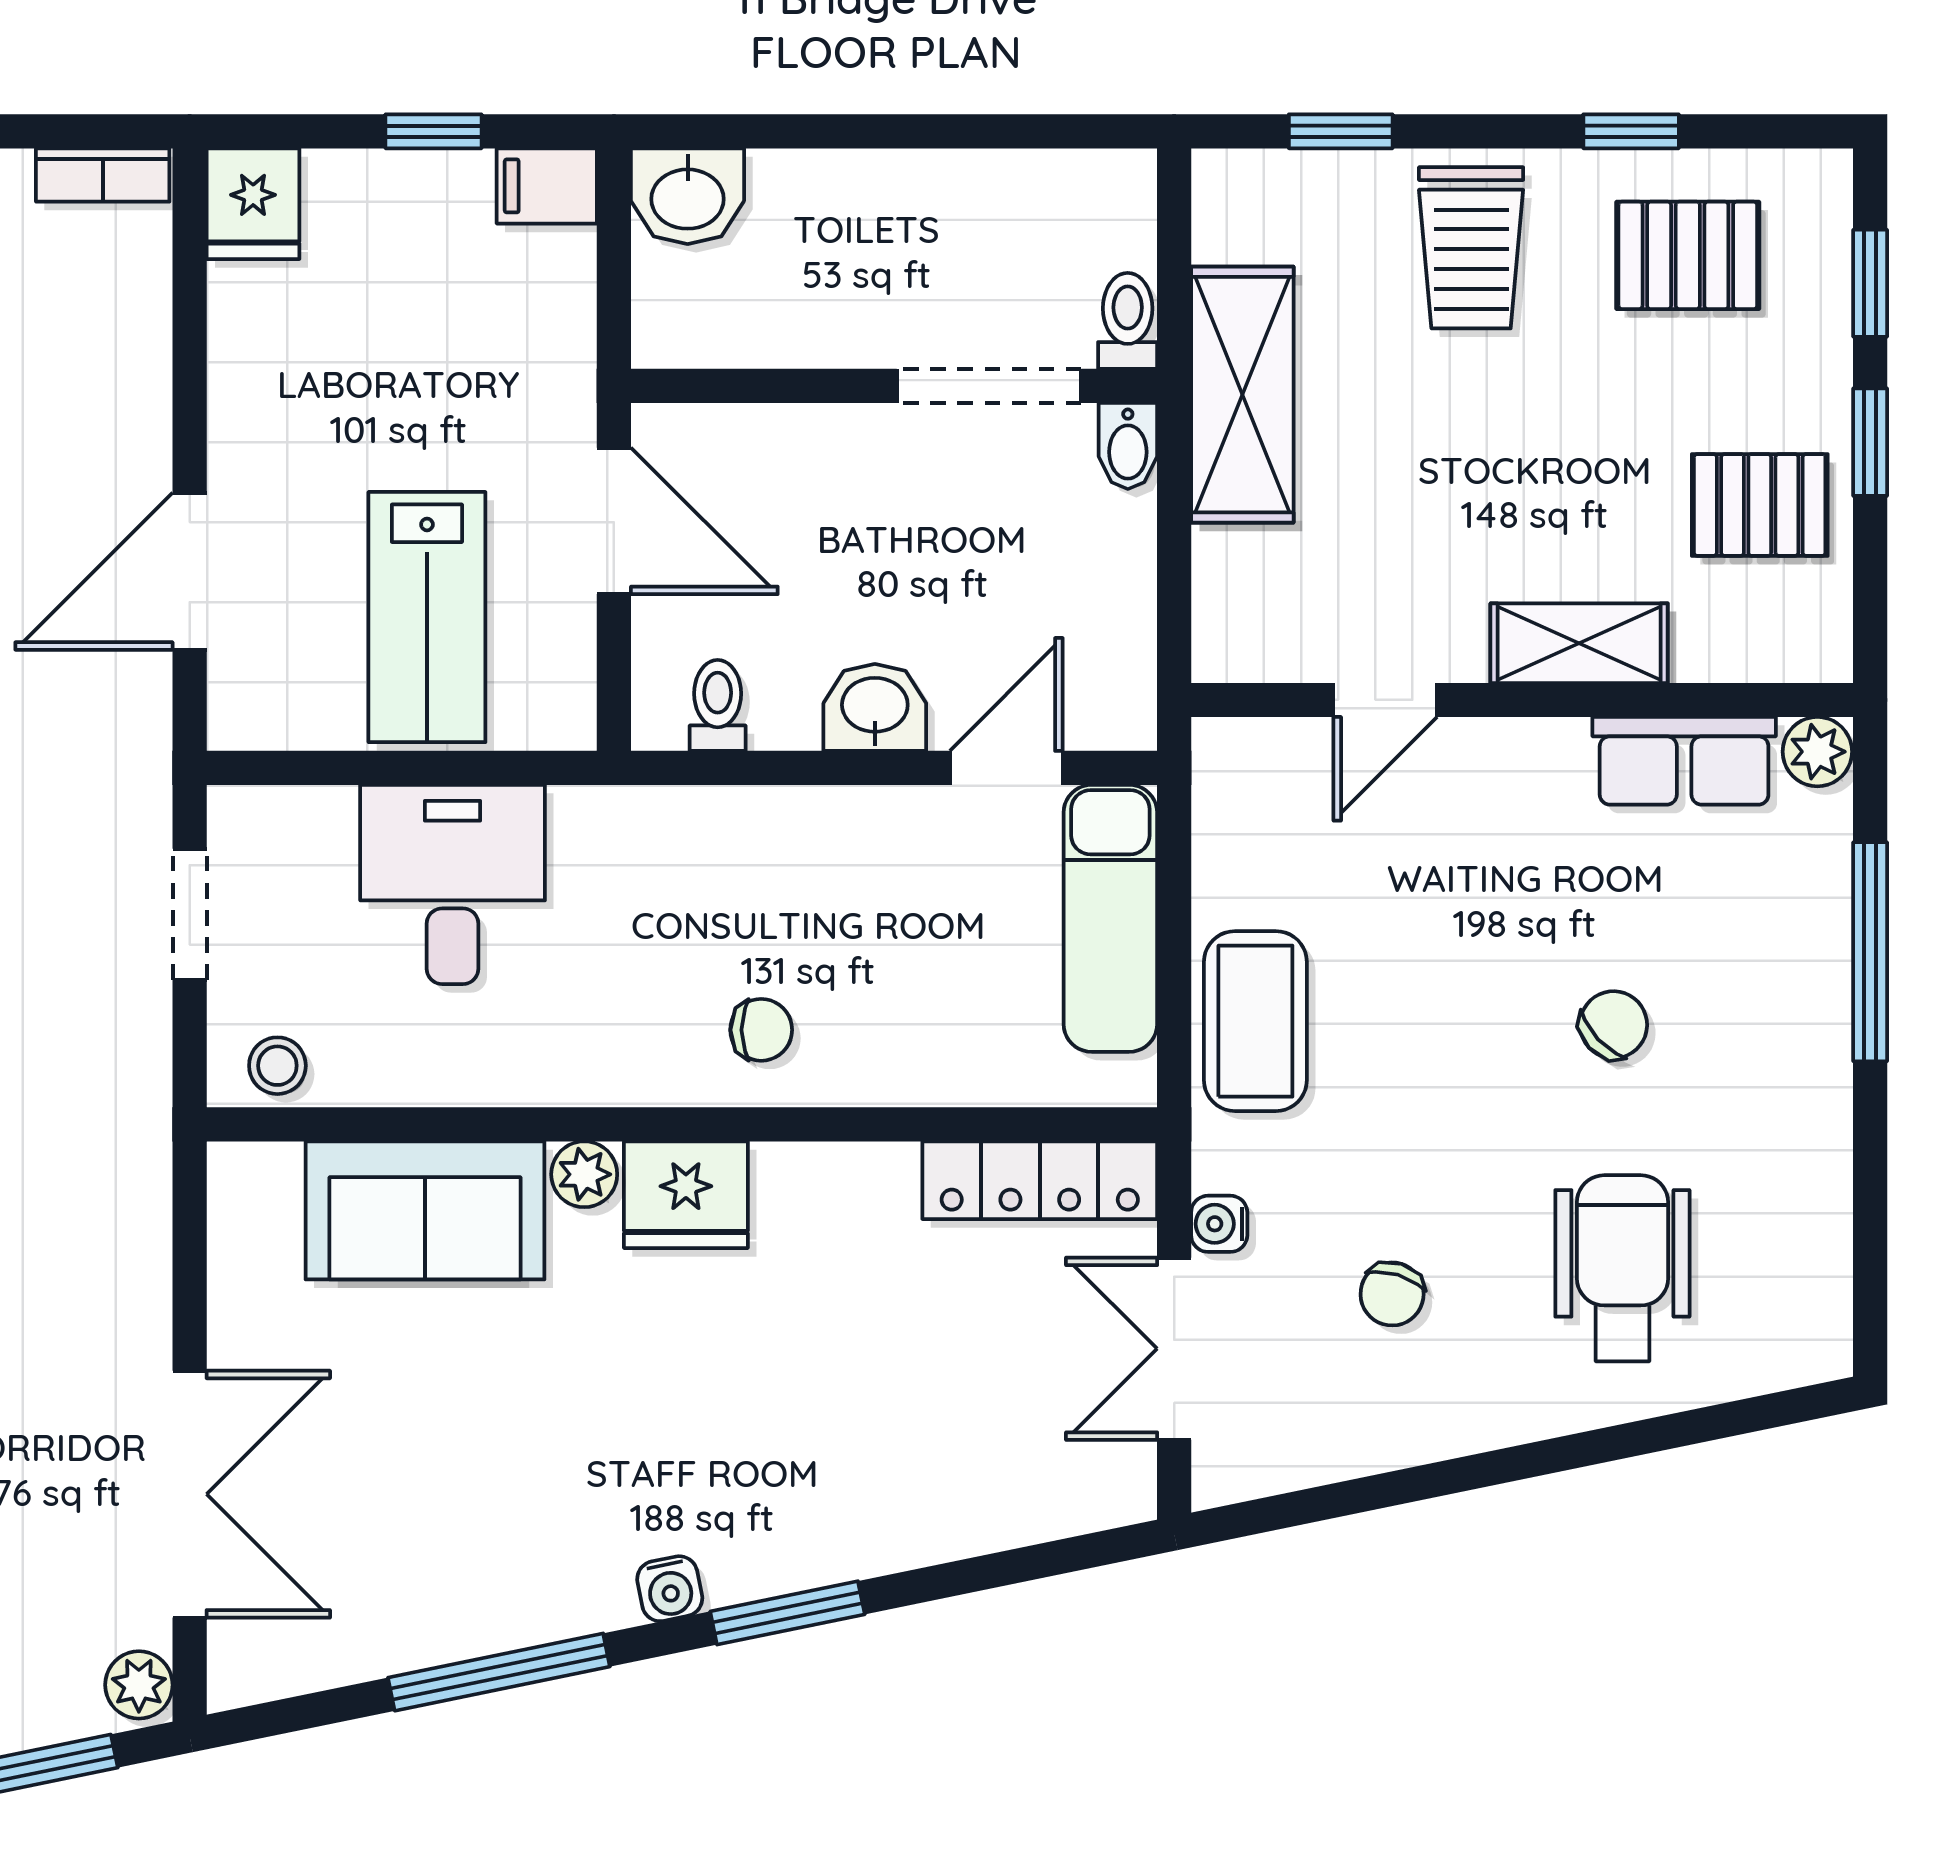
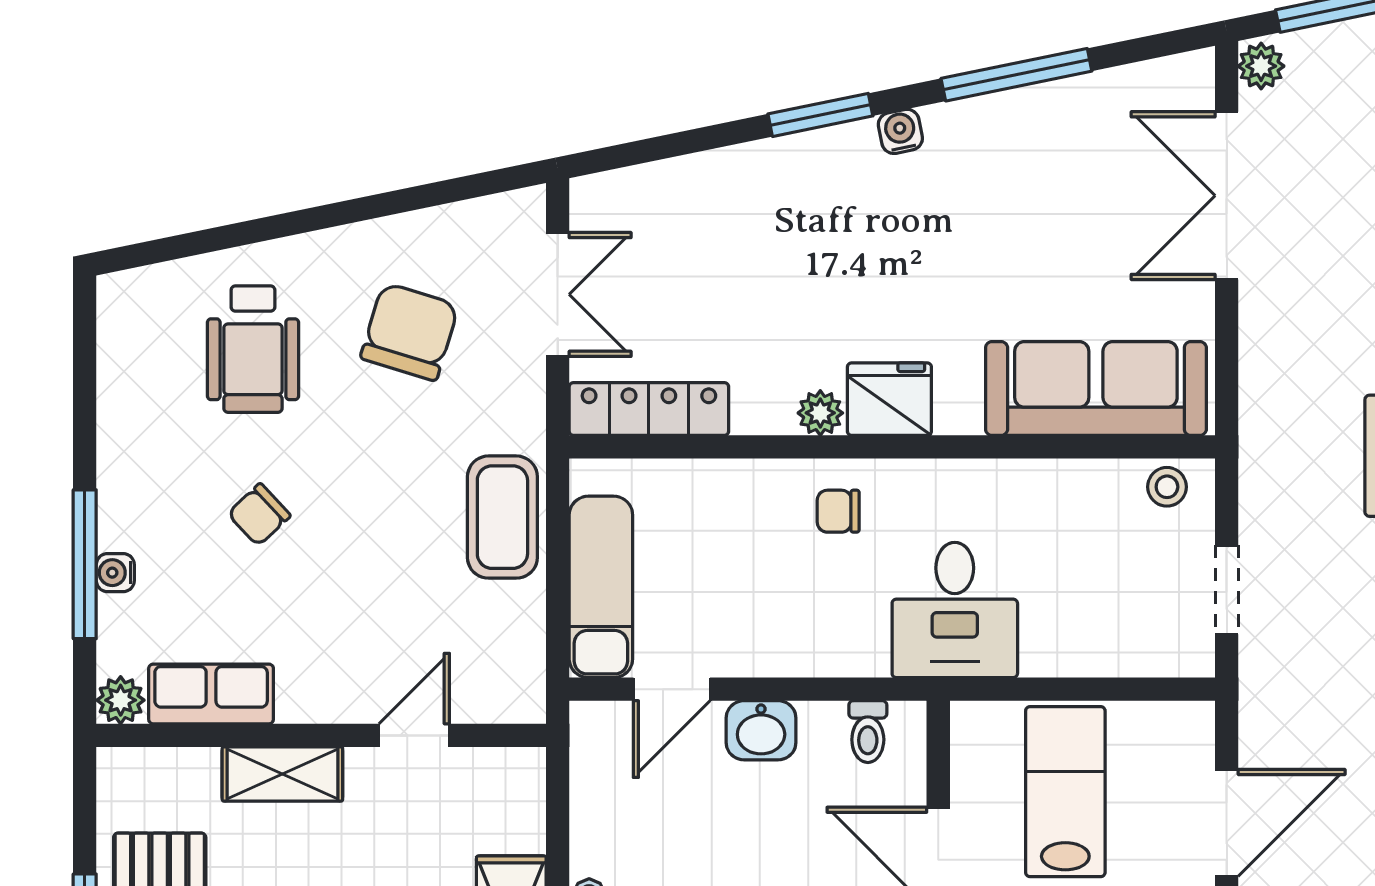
desk: (453, 884) -> (955, 610), moved
plant: (584, 1174) -> (820, 413), moved
sofa: (425, 1210) -> (1096, 388), width x1.36
water cooler: (1219, 1224) -> (115, 573), moved, turned 180
chair: (1392, 1294) -> (410, 332), width x1.87, depth x1.87

